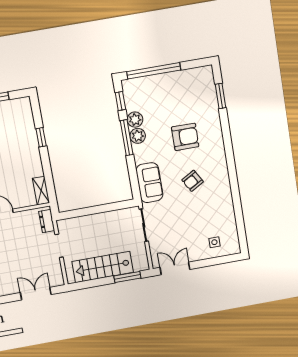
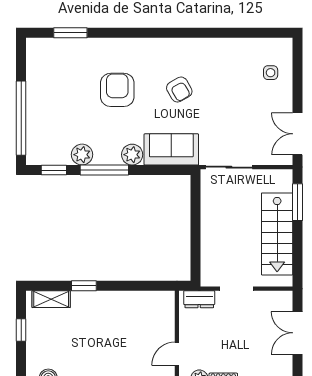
plant: (138, 136) -> (132, 155), moved
shelving: (41, 191) -> (51, 299), moved

